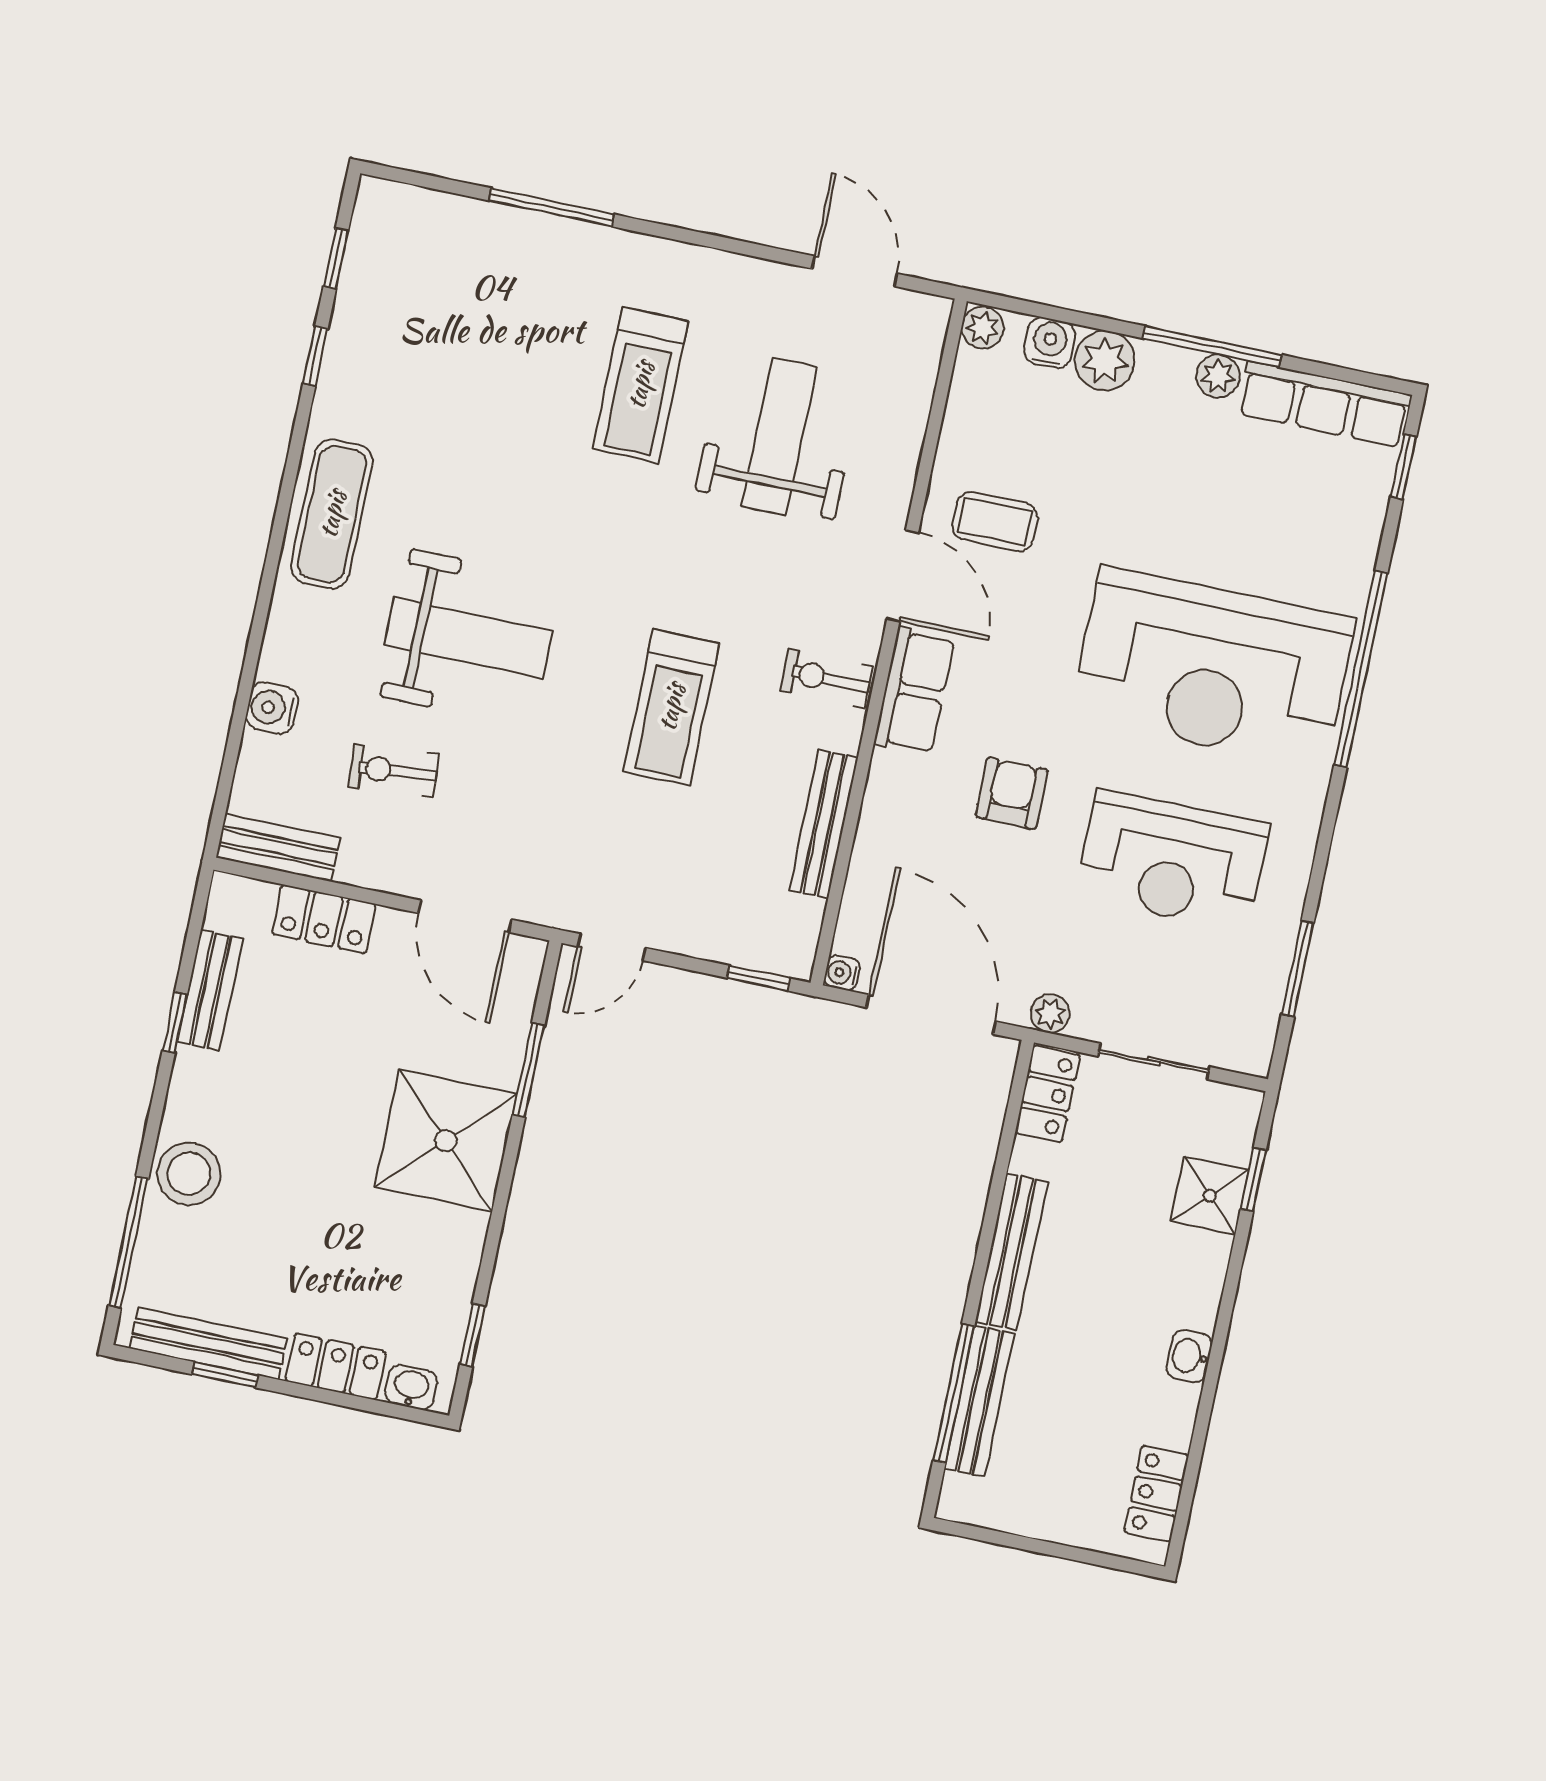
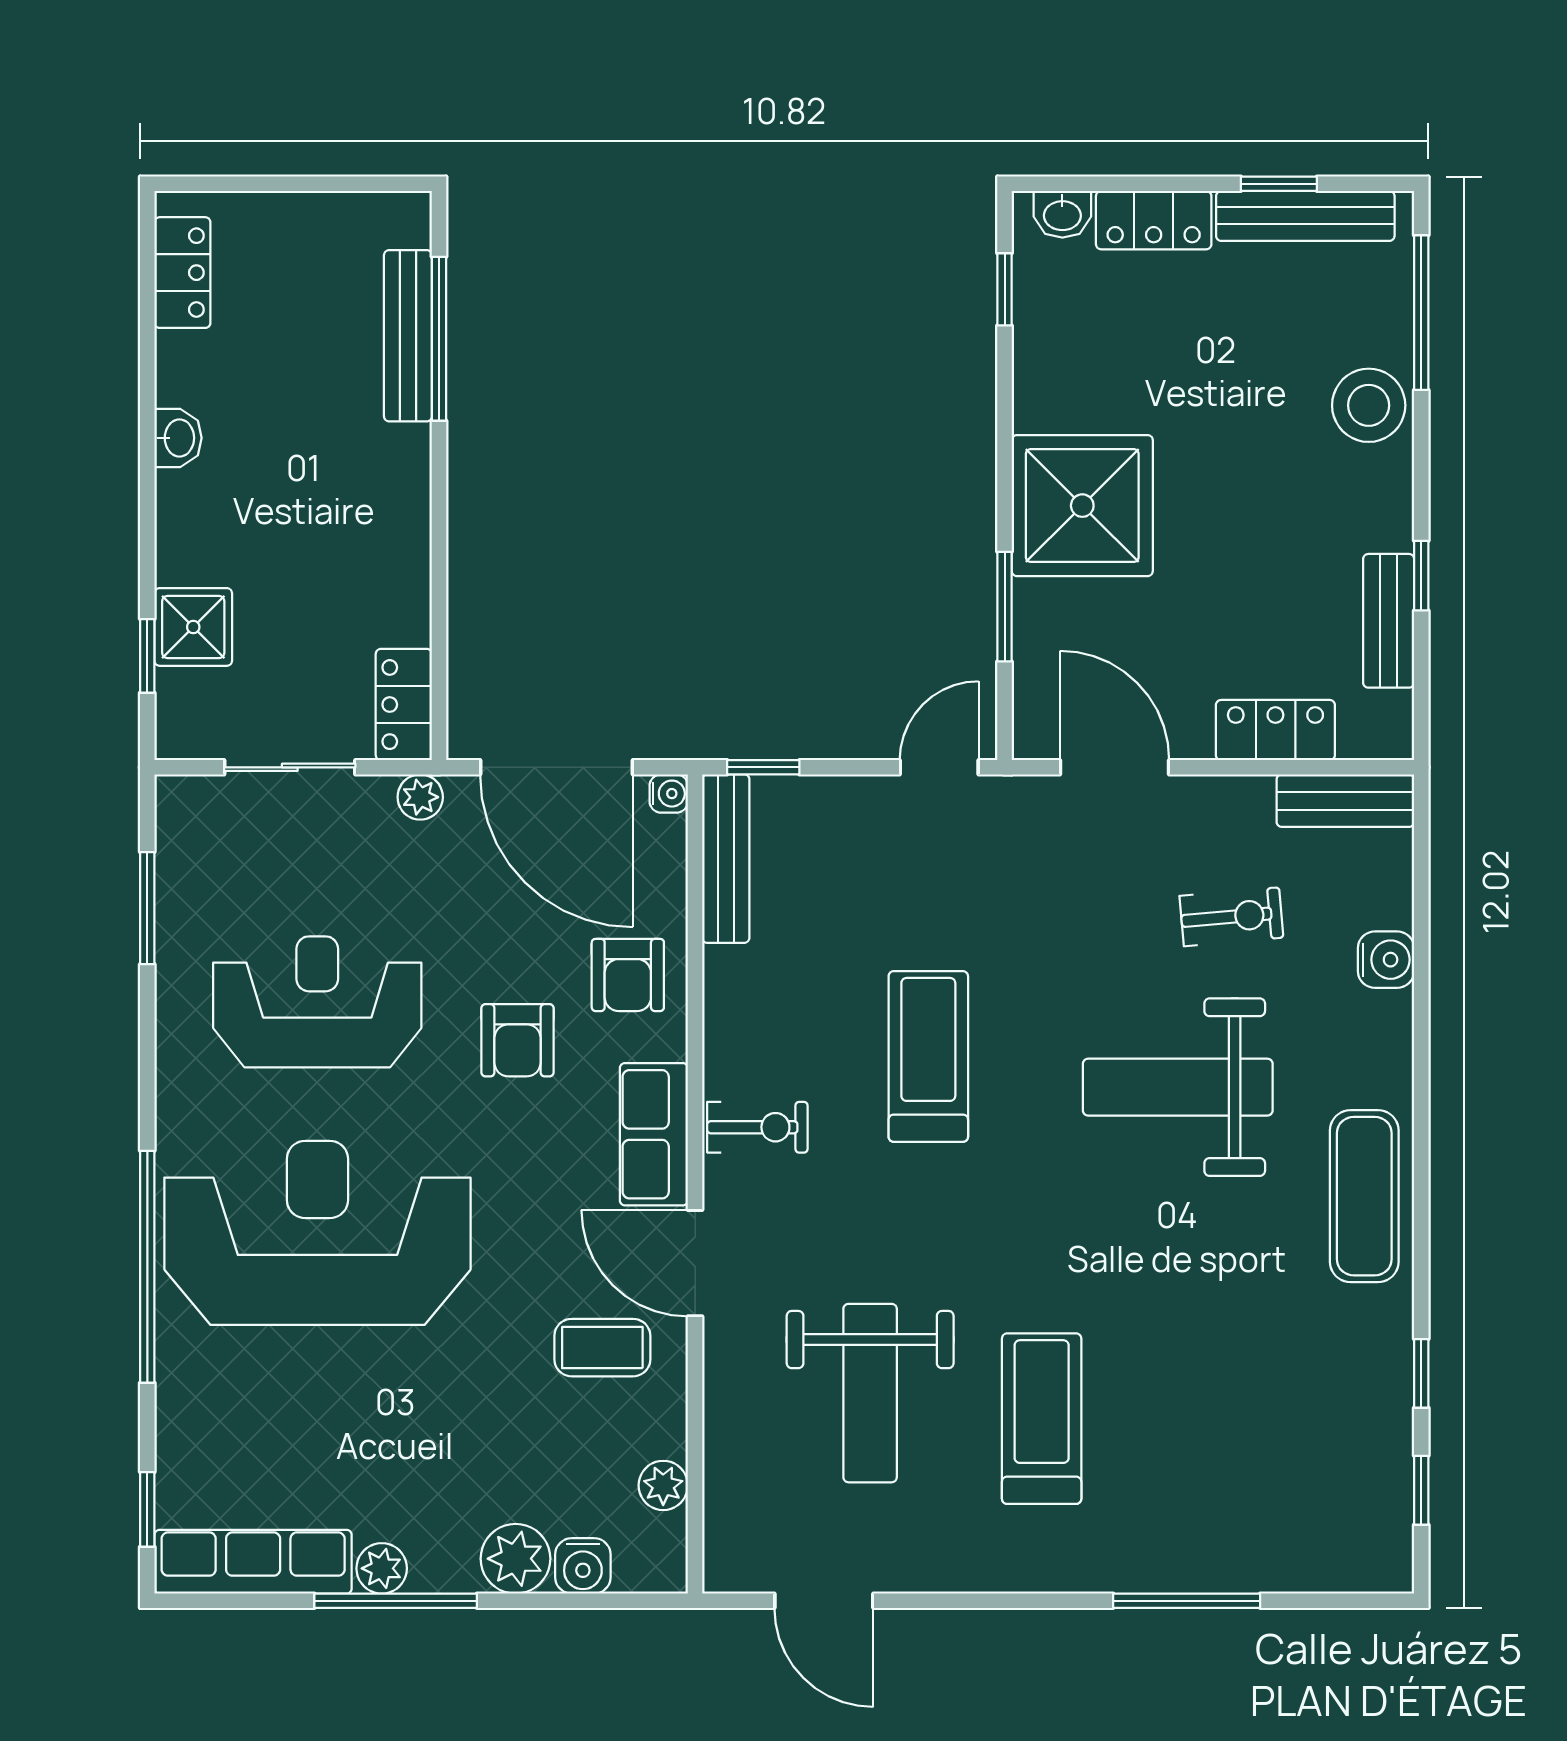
plant: (983, 328) -> (663, 1485), moved
bench: (824, 824) -> (726, 859), moved
armchair: (908, 828) -> (628, 975), added
bench: (1012, 1252) -> (407, 515), removed

